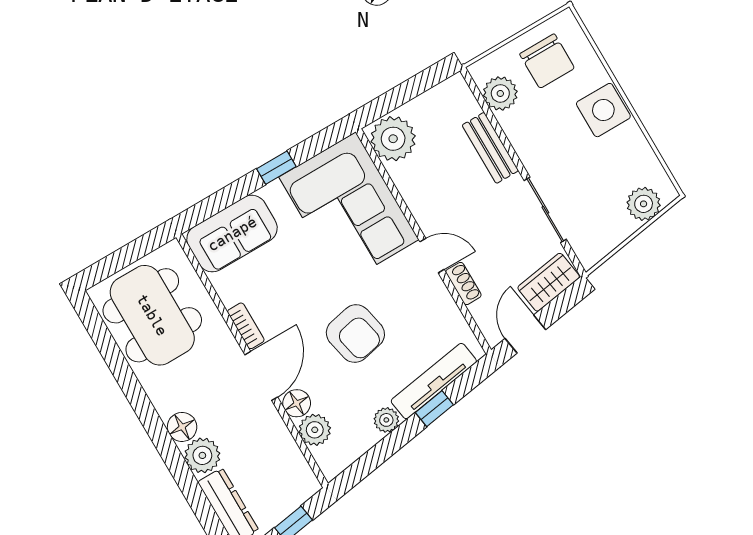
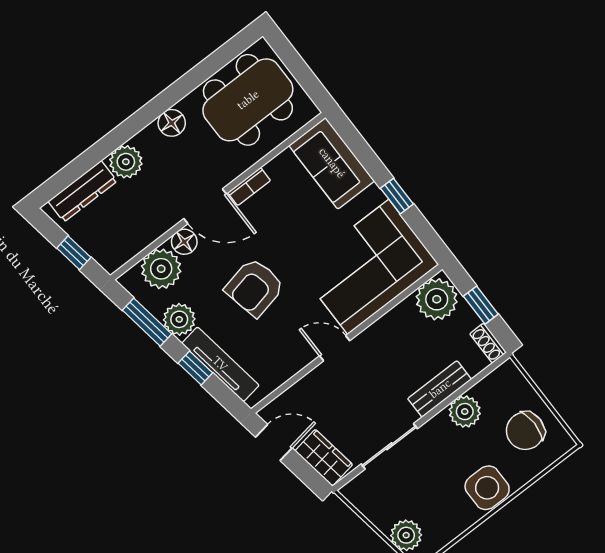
window: (405, 92) -> (481, 305), added
plant: (500, 93) -> (465, 412), moved
door: (432, 256) -> (335, 348), swing flipped
shoe rack: (463, 284) -> (488, 343), moved, turned 90
plant: (386, 420) -> (179, 319), width x1.38, depth x1.38
floor lamp: (182, 427) -> (172, 123), moved
plant: (315, 430) -> (161, 269), width x1.36, depth x1.36
window: (378, 455) -> (147, 322), added

